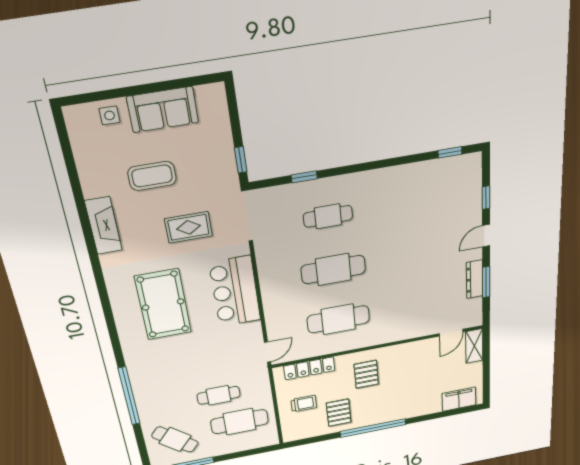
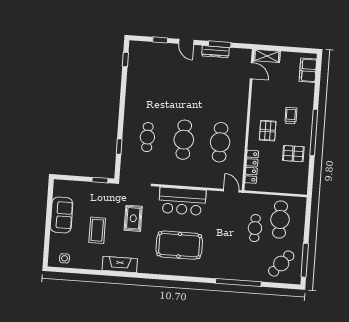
side table: (110, 115) -> (65, 258), moved
pallet: (366, 374) -> (268, 131), turned 90
trolley: (304, 404) -> (291, 116), moved

